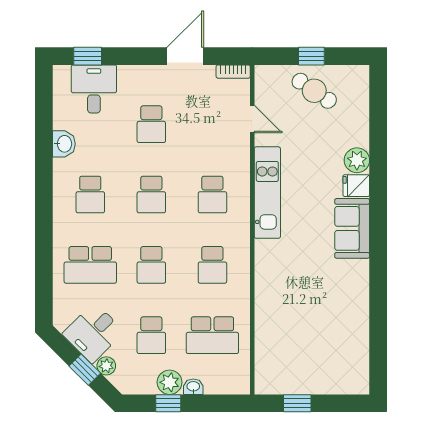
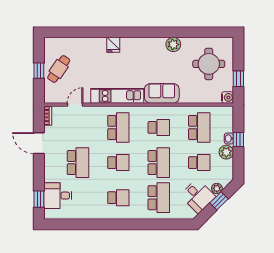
school desk: (151, 124) -> (78, 163), width x1.85
washbasin: (64, 144) -> (89, 213), removed
plant: (357, 160) -> (173, 44), moved
school desk: (212, 195) -> (118, 127), width x1.85
sofa: (352, 228) -> (162, 93), moved, turned 180
school desk: (151, 265) -> (159, 163), width x1.85
round table: (323, 352) -> (209, 64), added
water cooler: (265, 384) -> (227, 97), added
window: (168, 403) -> (238, 140), moved

